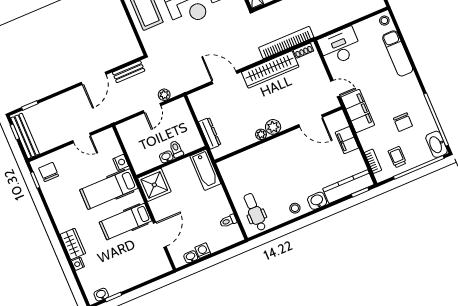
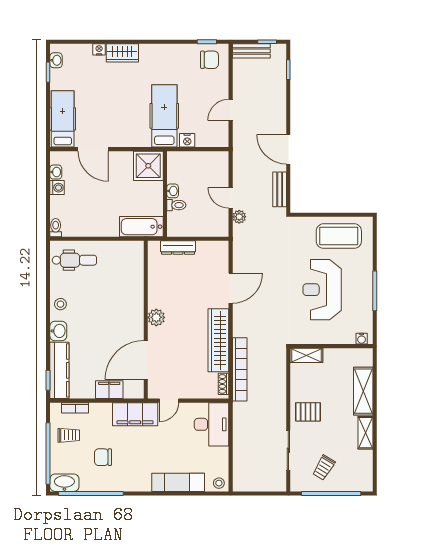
door: (311, 121) -> (146, 360), width x1.36
plant: (261, 134) -> (154, 301), removed
bench: (25, 136) -> (251, 51), width x0.73
toilet: (228, 221) -> (56, 228), moved
hospital bed: (126, 222) -> (63, 119), moved

